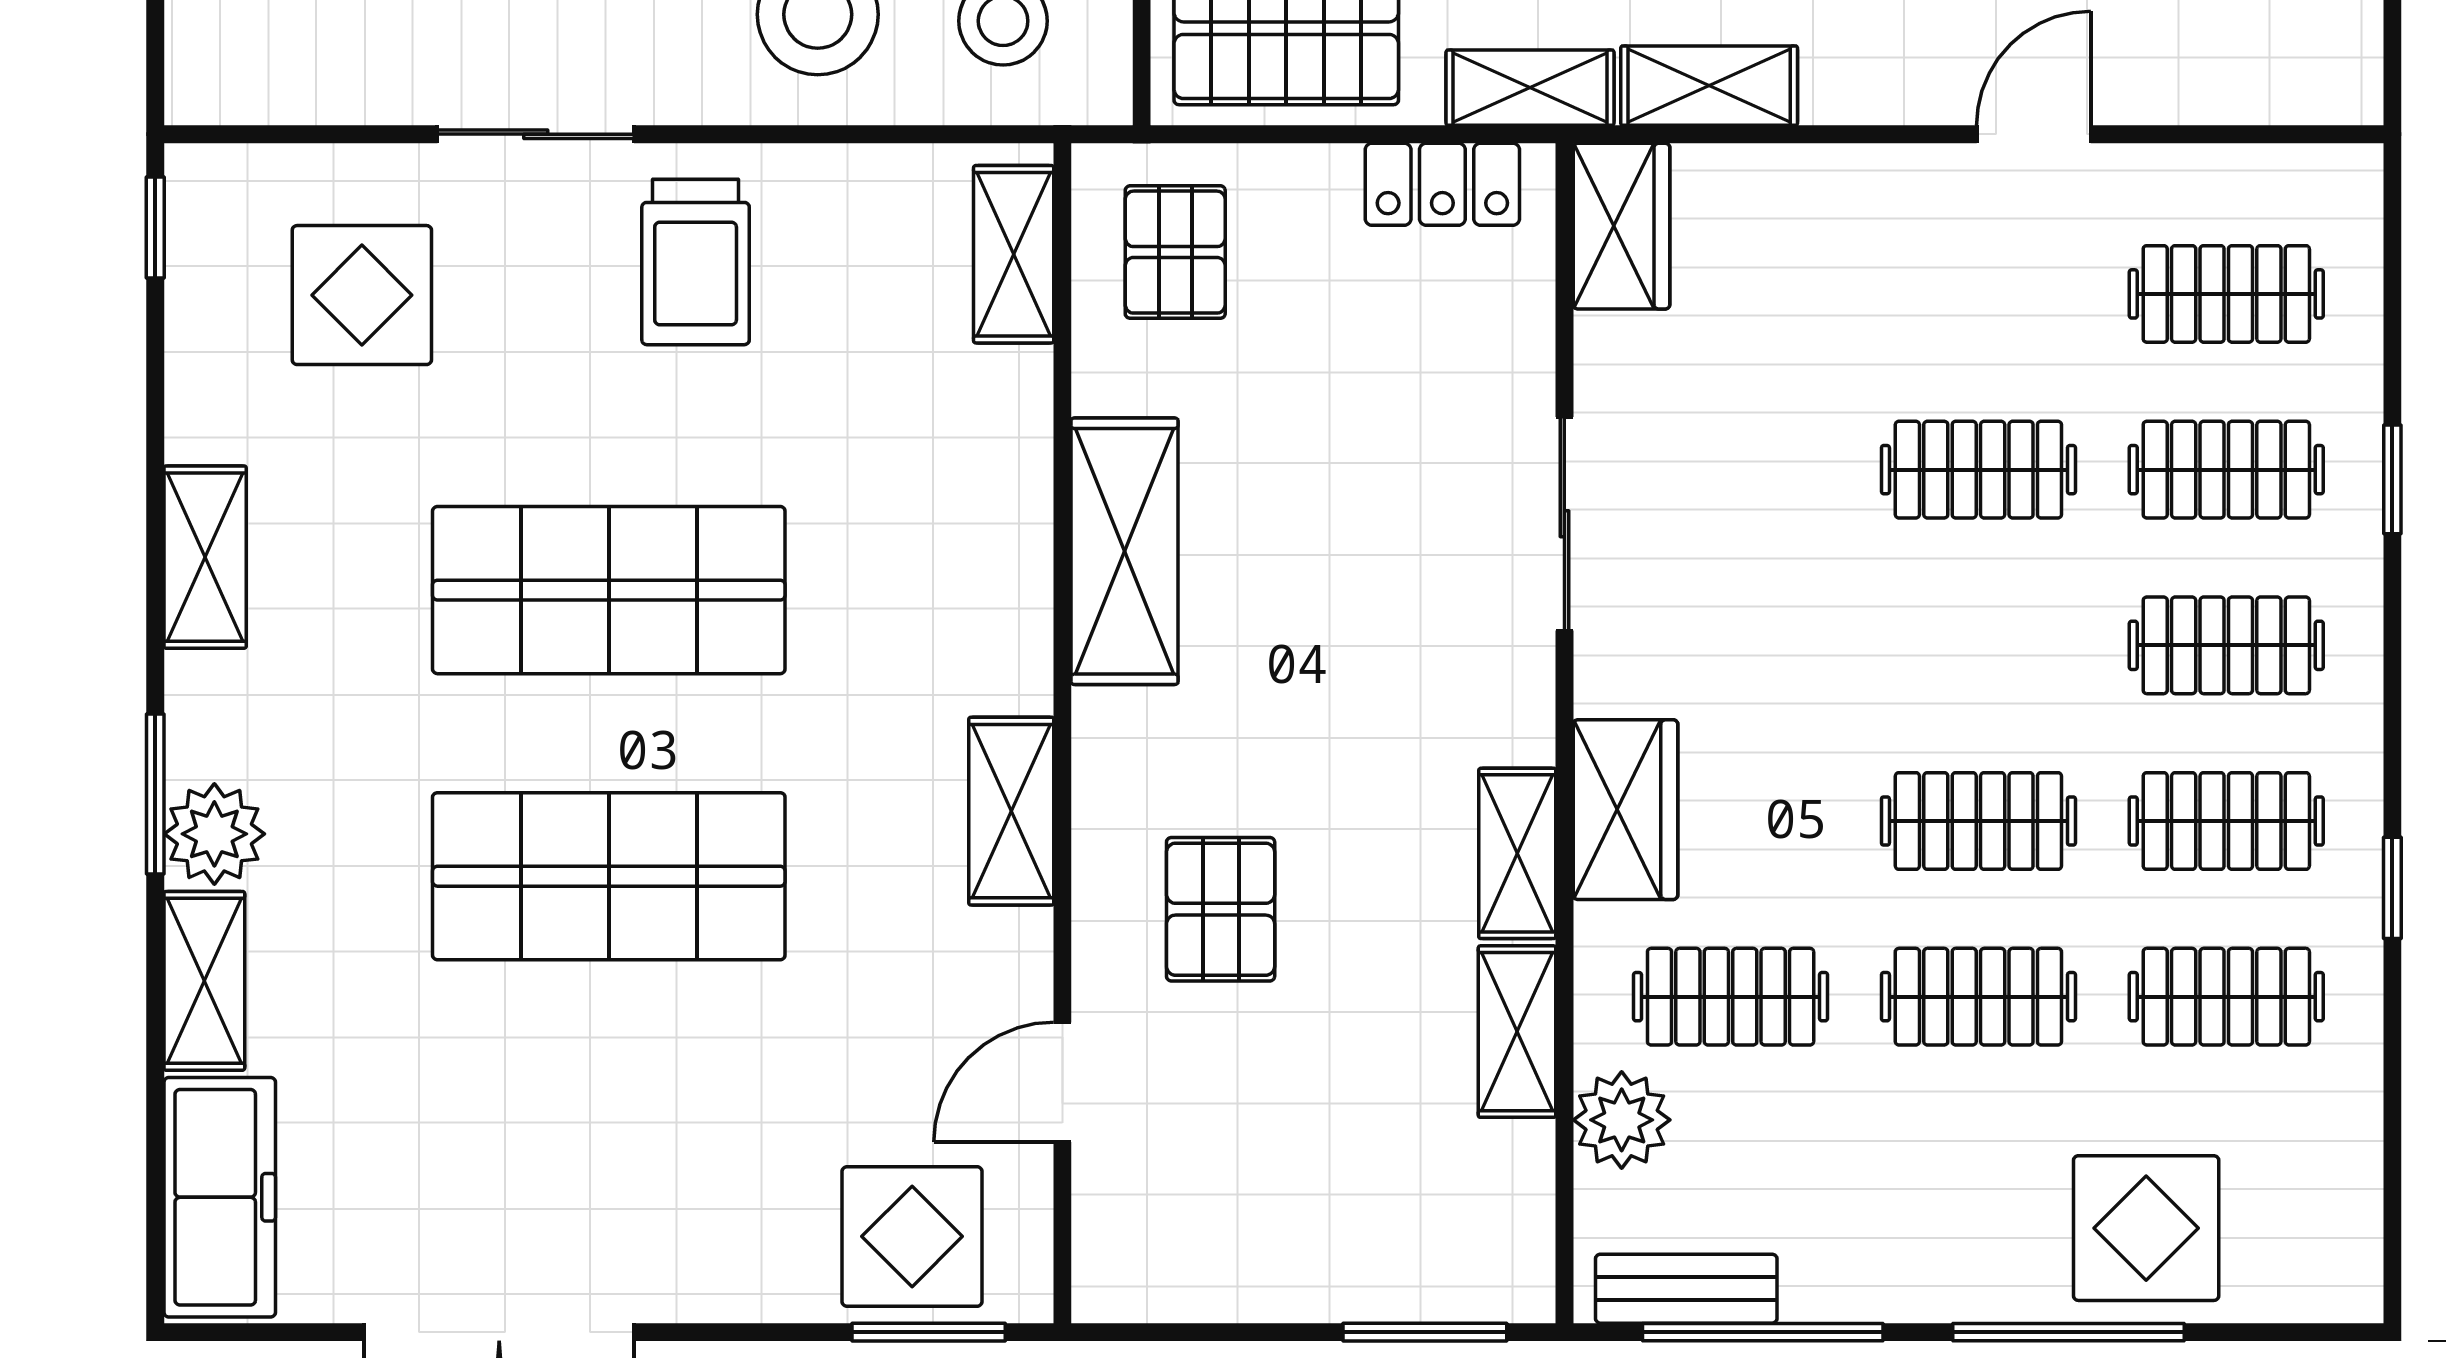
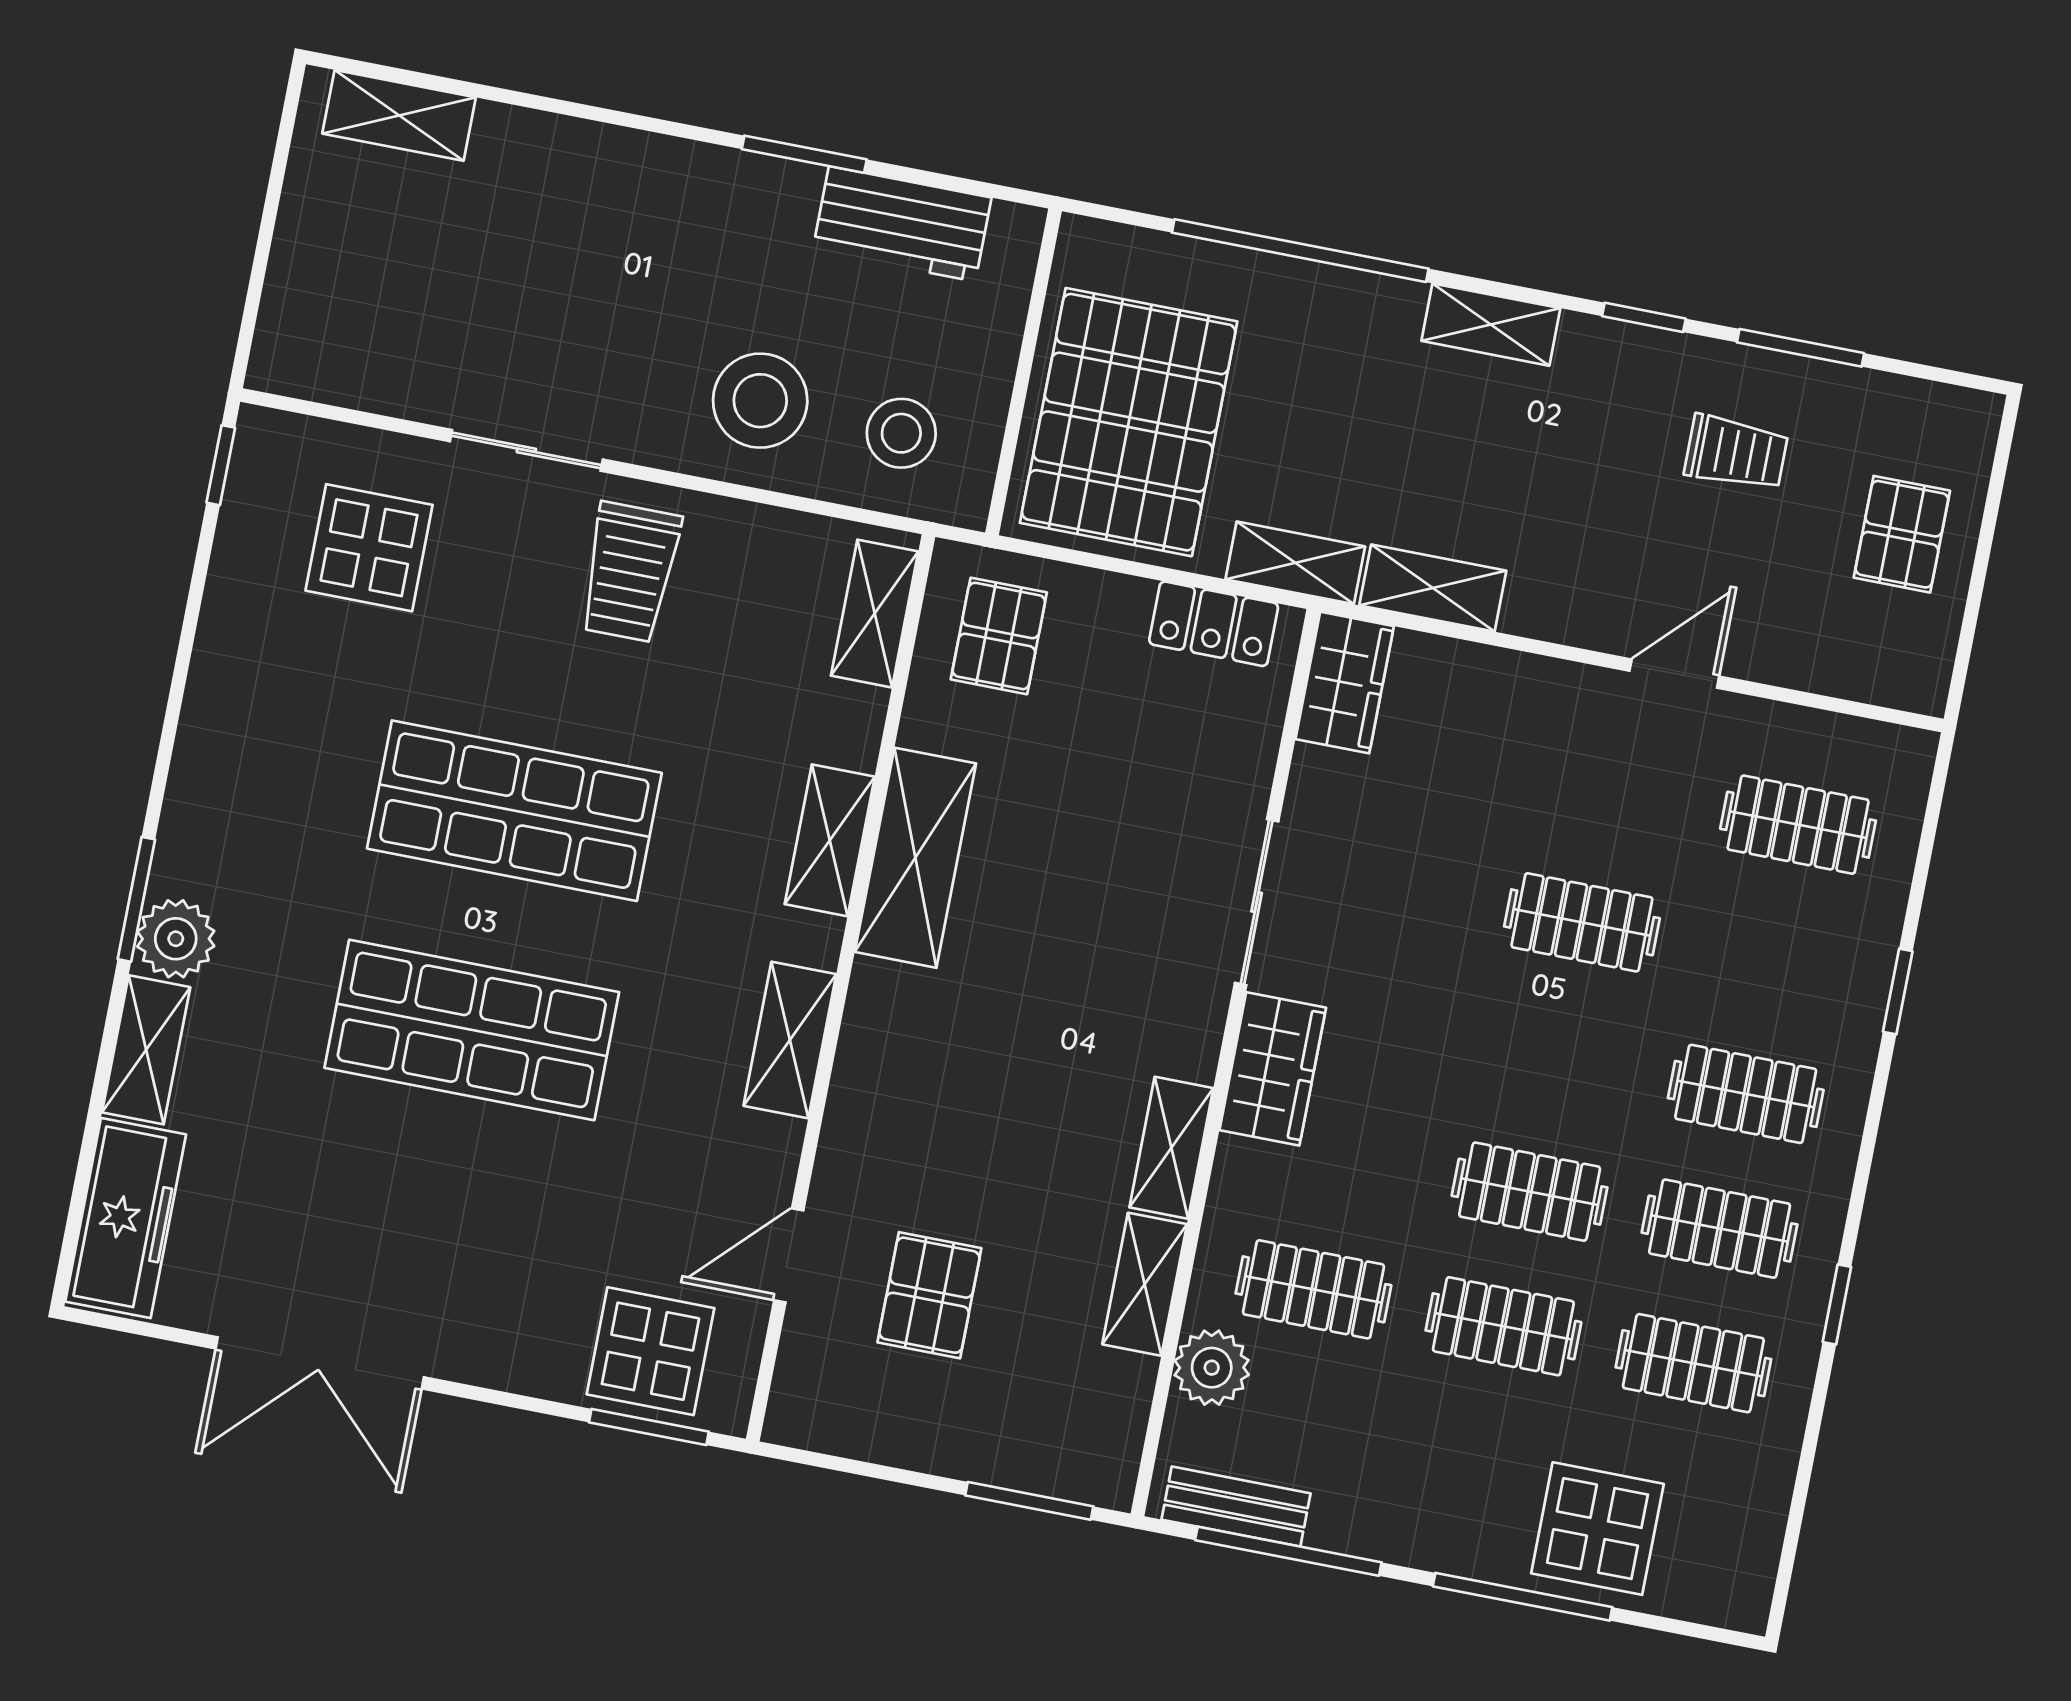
clothes rail: (2226, 470) -> (1772, 959), removed
shelving: (205, 557) -> (830, 840), moved
wardrobe: (1625, 810) -> (1273, 1069), moved
pallet: (1221, 909) -> (929, 1295), moved

